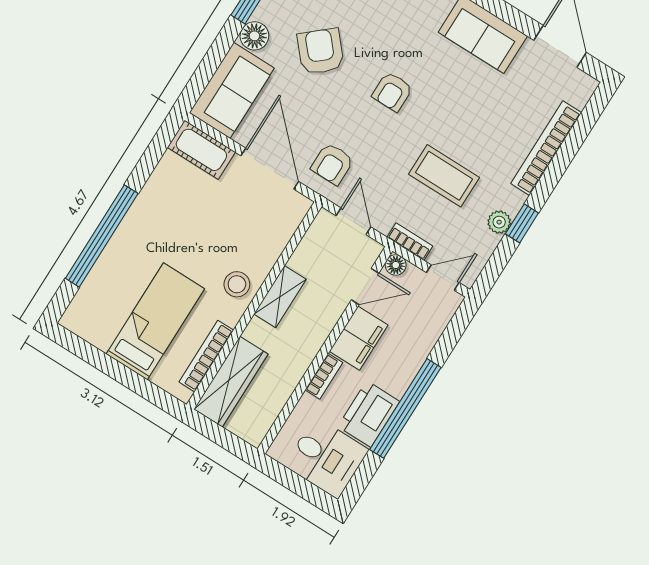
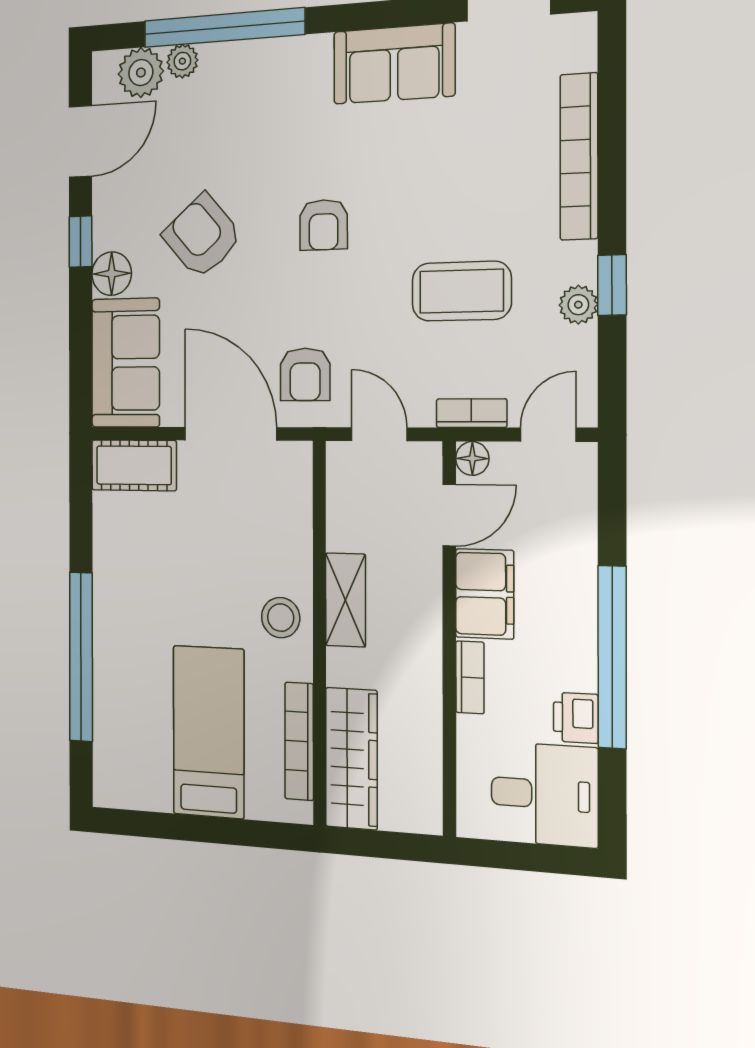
printer: (369, 414) -> (576, 718), width x0.53, depth x0.68

